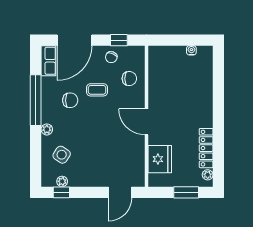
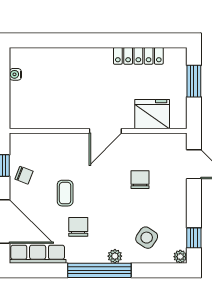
row of seats: (48, 61) -> (38, 254), width x1.48
chair: (129, 79) -> (140, 180), moved
window: (36, 100) -> (99, 270), moved
plant: (208, 175) -> (172, 54), removed
plant: (62, 181) -> (180, 257), moved

